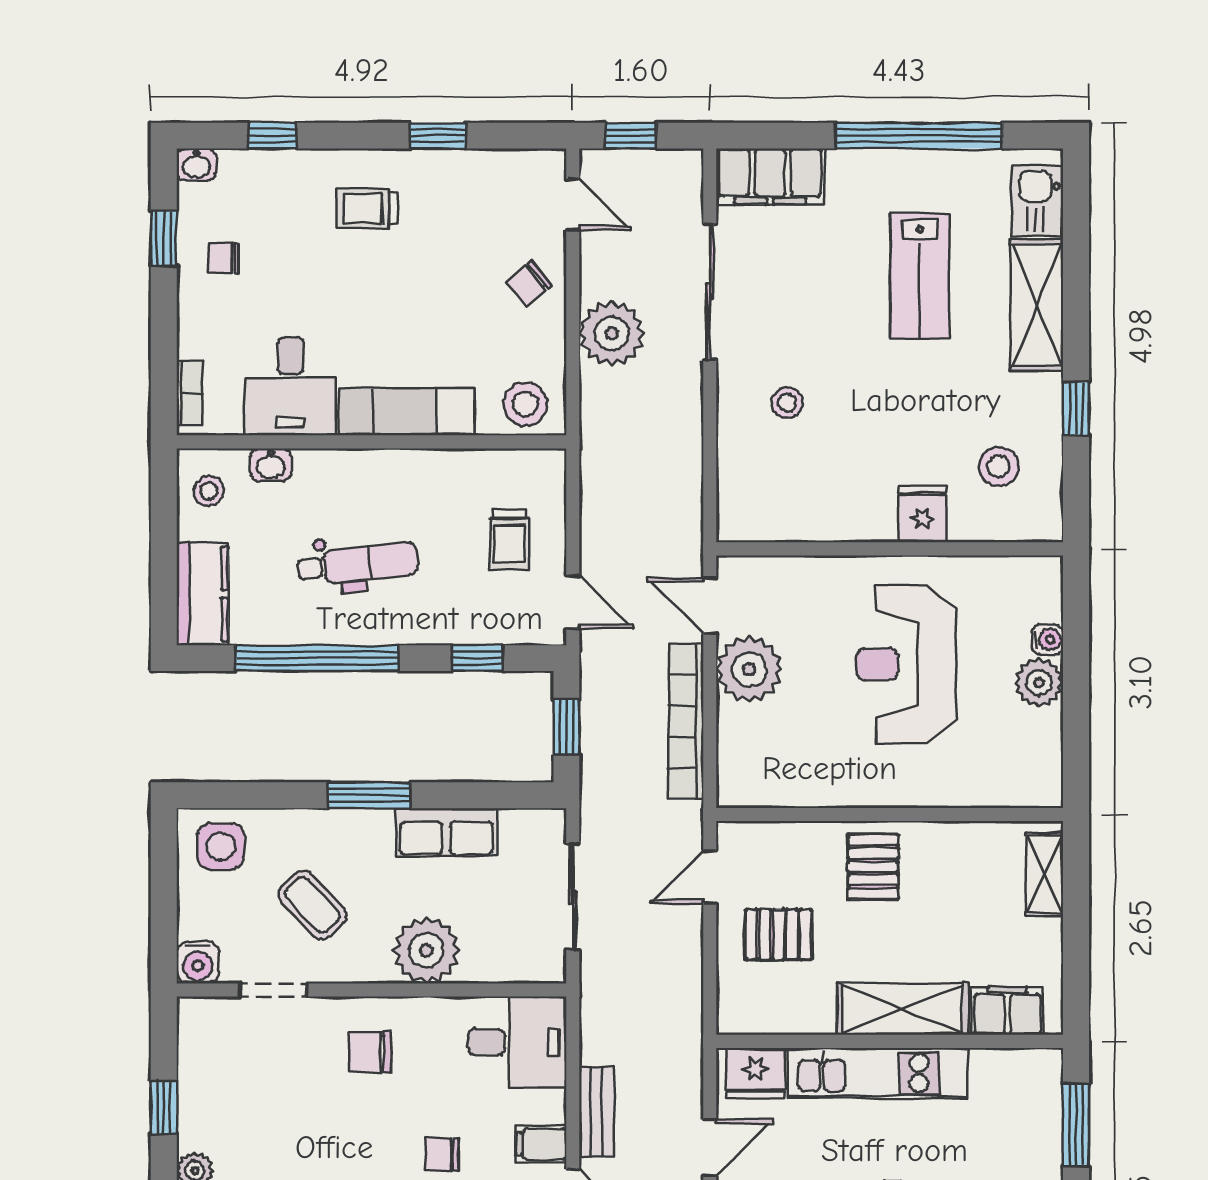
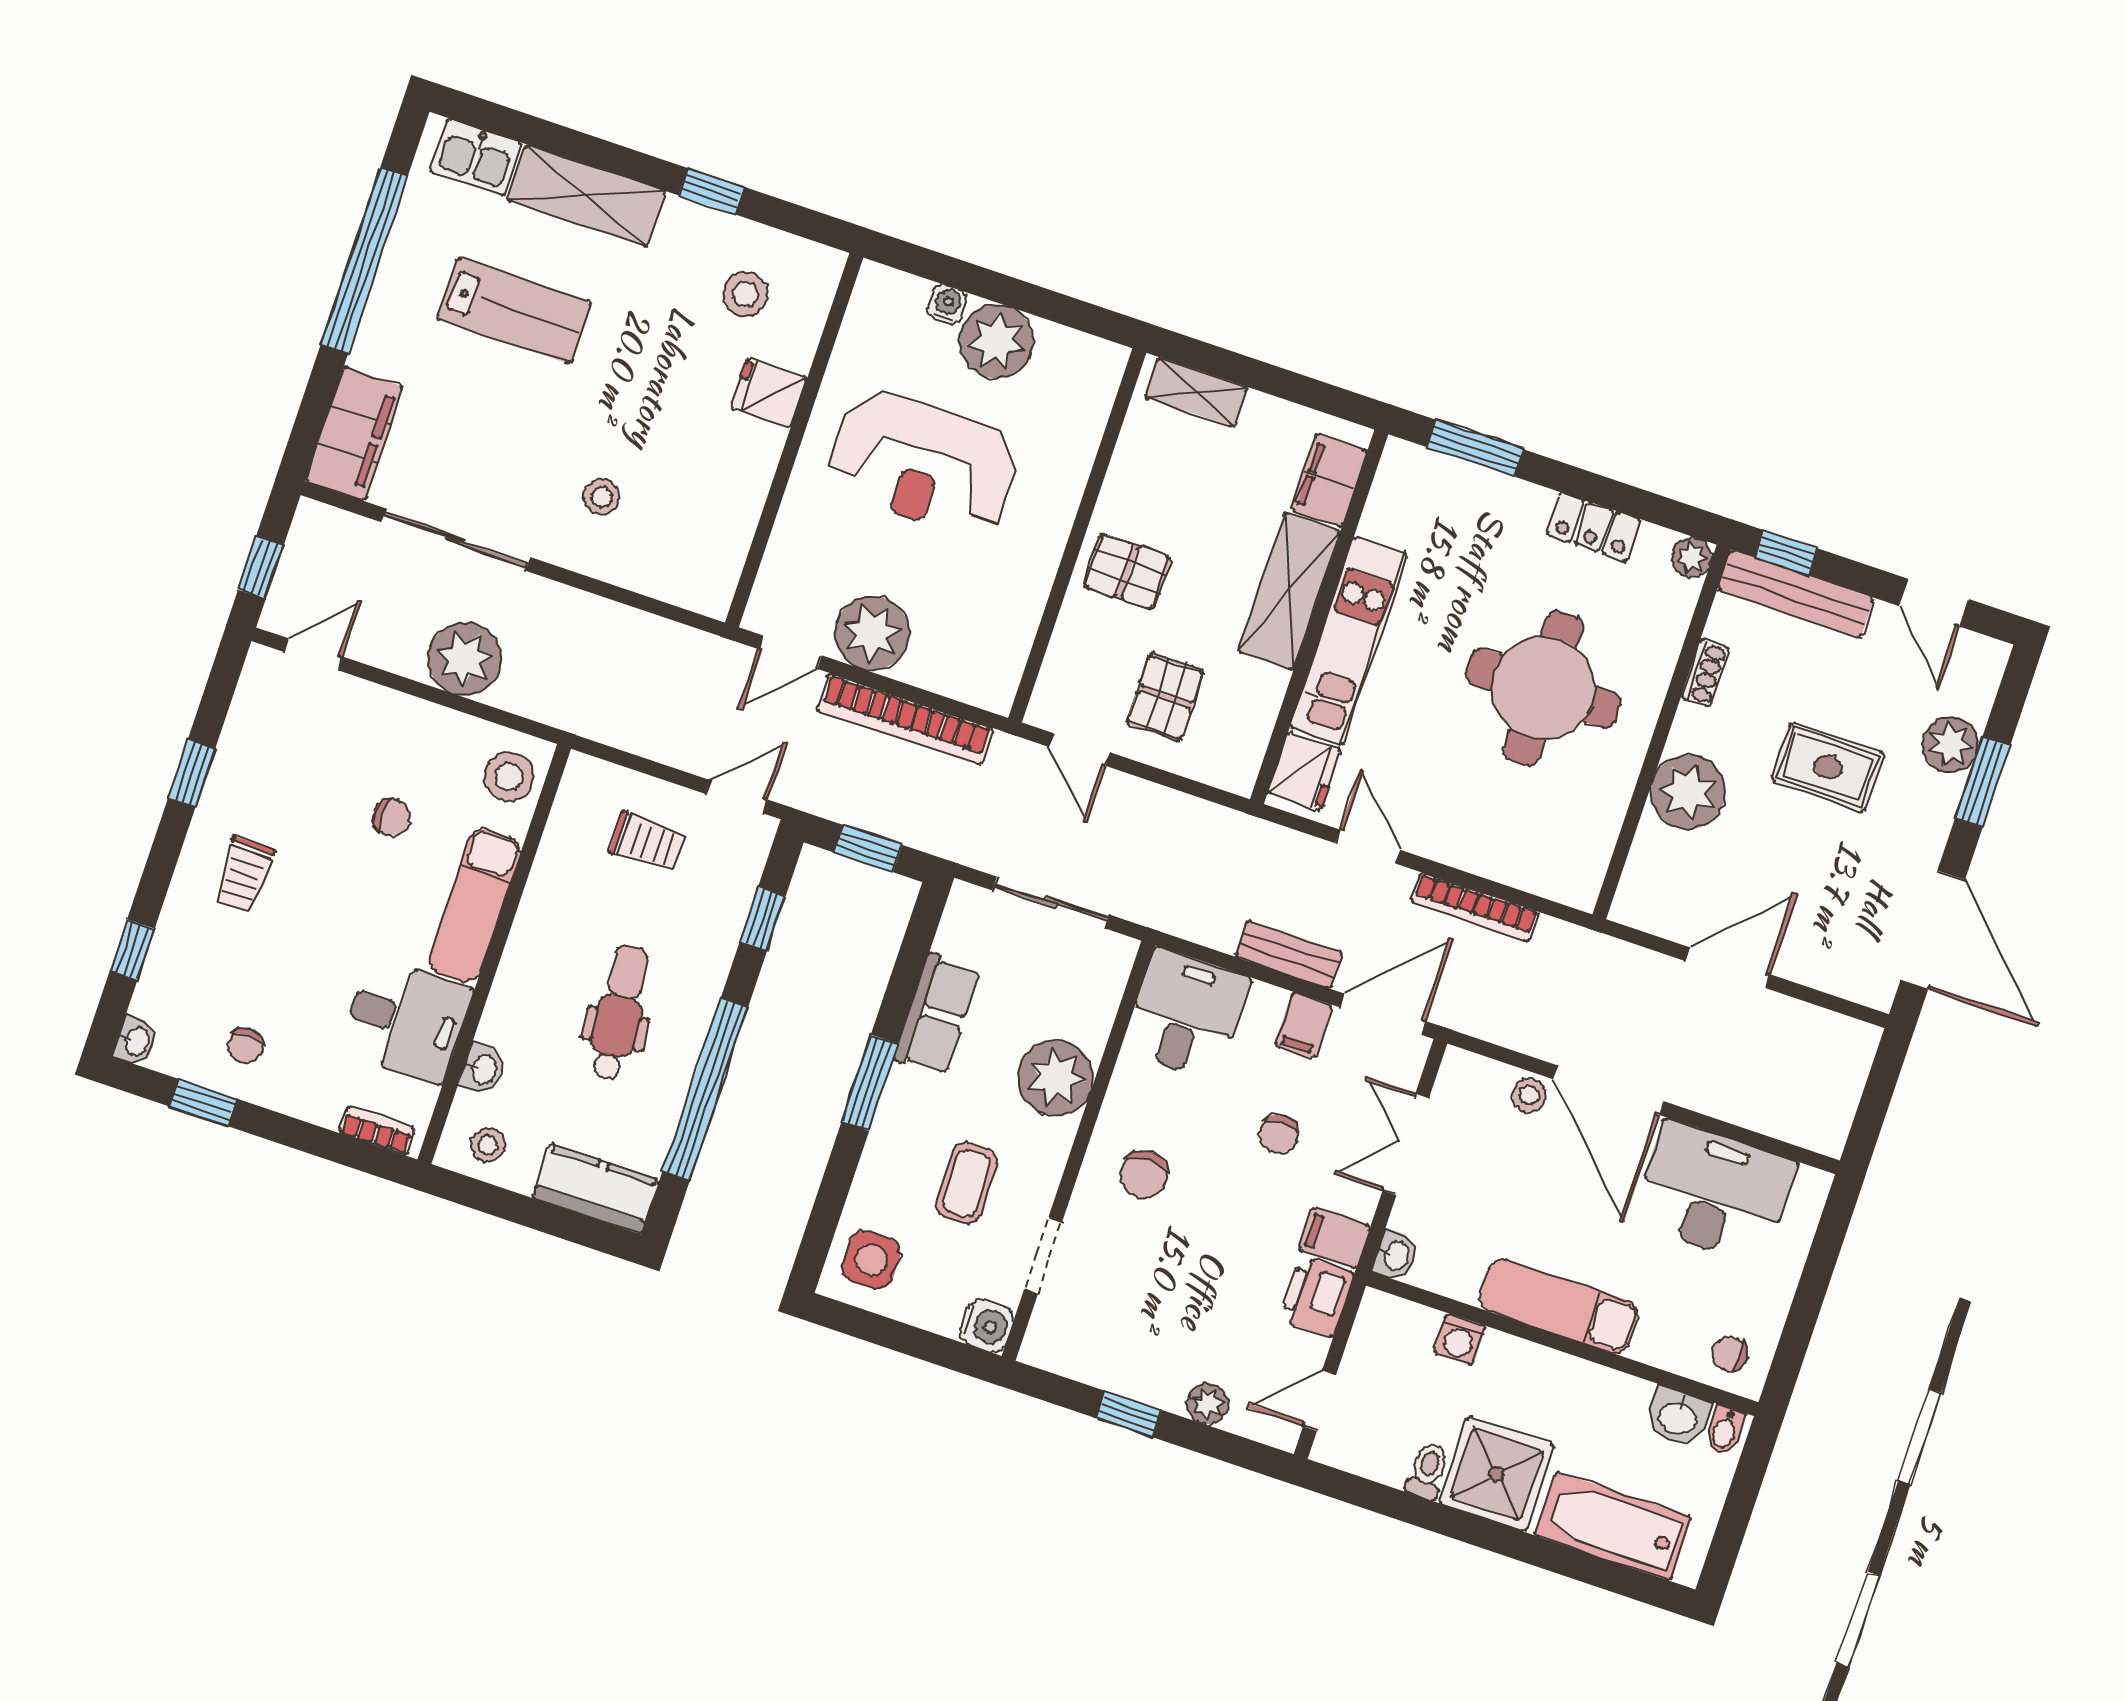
chair: (529, 283) -> (392, 817), moved, turned -51
plant: (1039, 683) -> (996, 341), width x1.36, depth x1.36
coffee table: (312, 905) -> (967, 1183), turned -47

